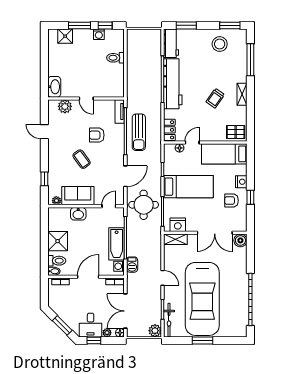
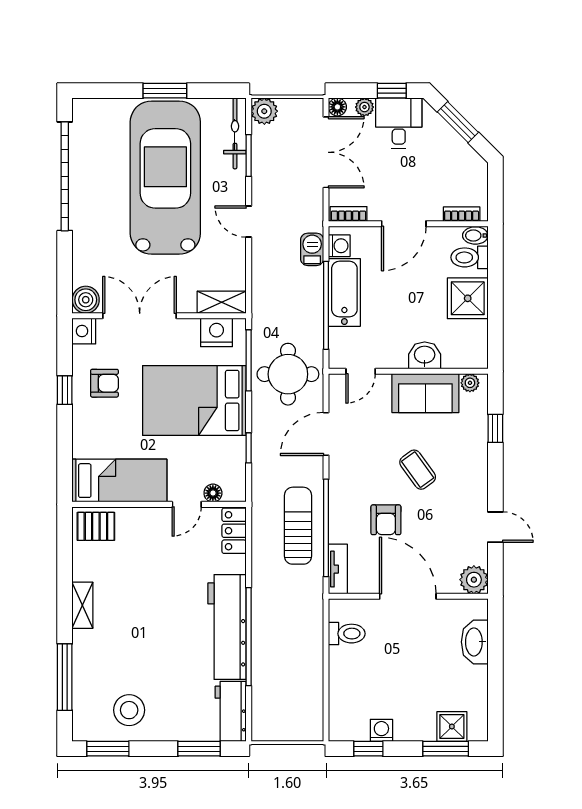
window: (80, 25) -> (446, 749), moved
toilet: (115, 58) -> (347, 634), moved
washbasin: (54, 87) -> (475, 642), moved
door: (86, 98) -> (408, 596), width x1.87
trolley: (215, 98) -> (138, 597), removed
plant: (65, 106) -> (474, 580), moved
armchair: (97, 135) -> (386, 520), turned 90
nightstand: (241, 182) -> (84, 331), moved
bed: (188, 187) -> (194, 400), width x1.50

